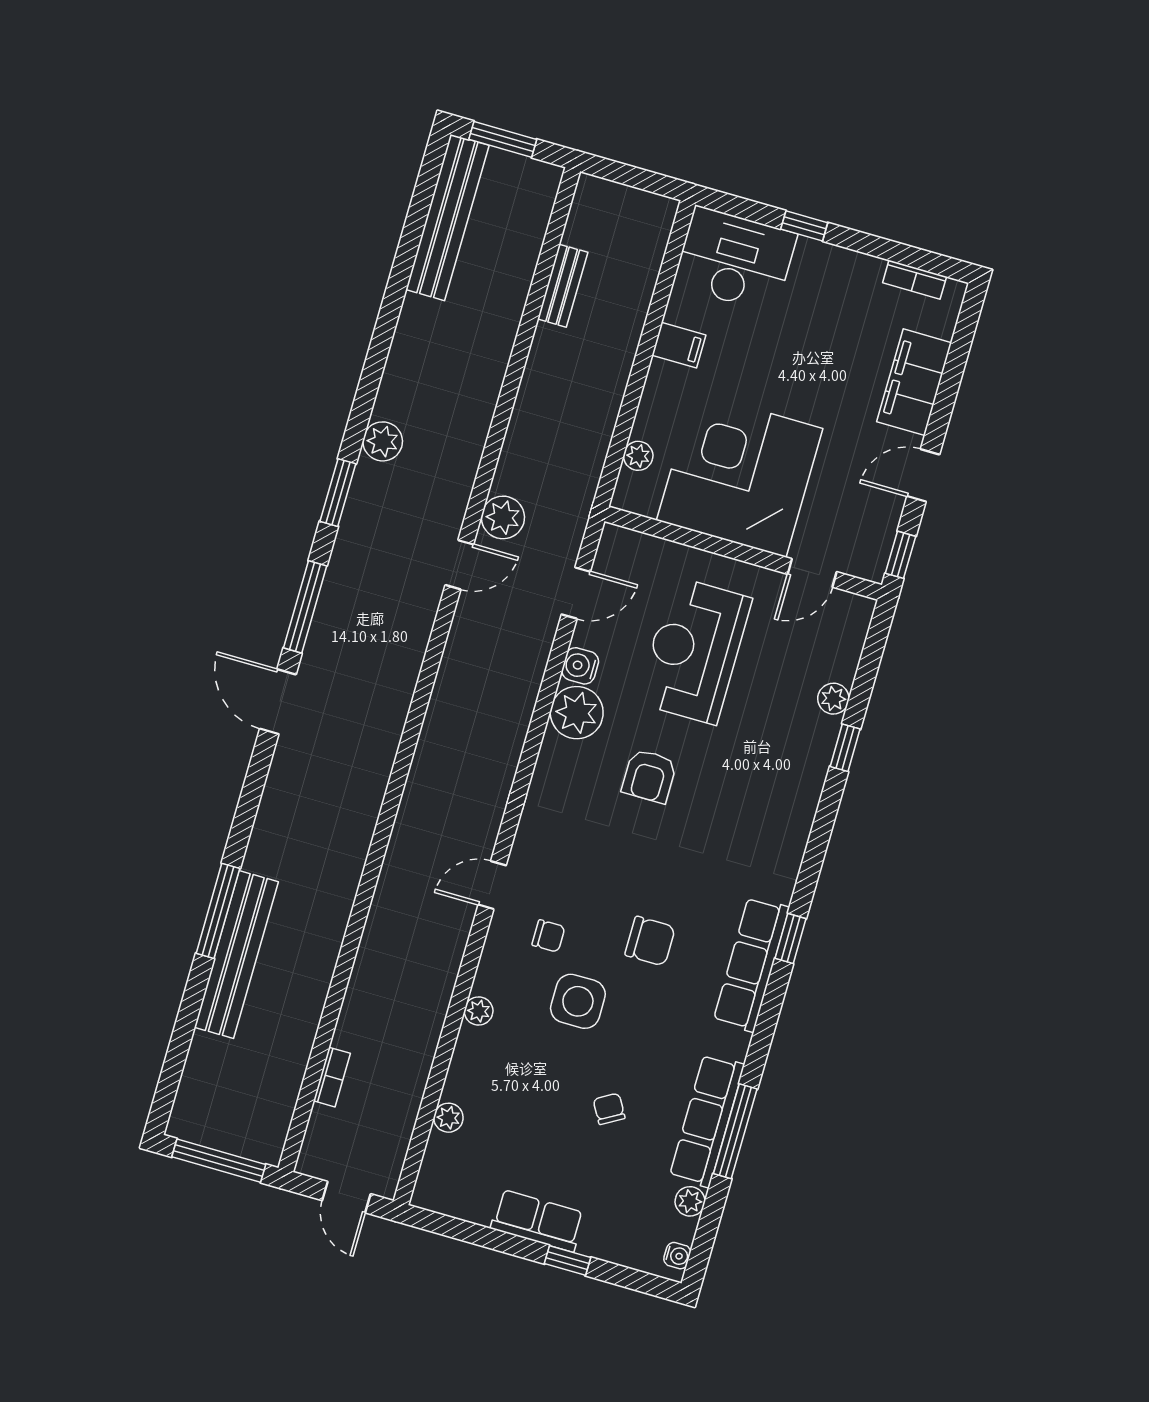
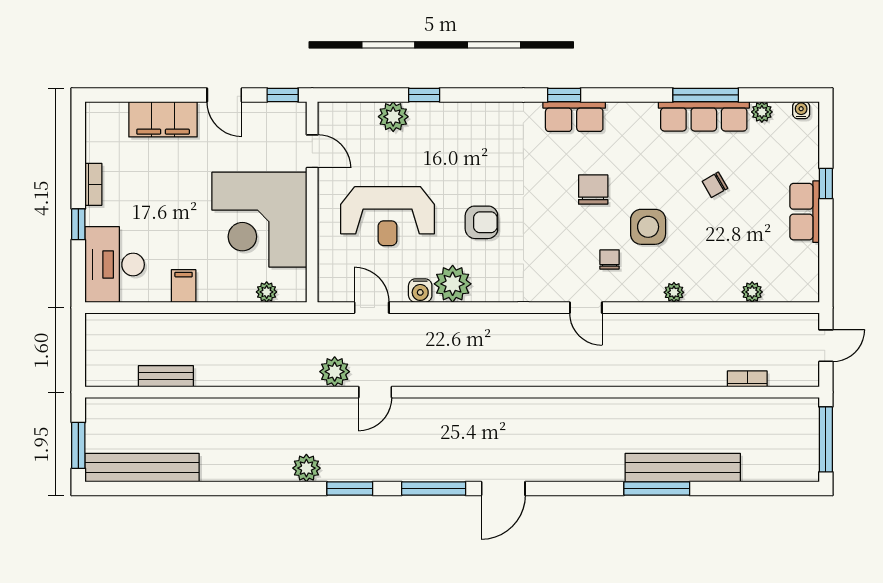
bookcase: (915, 280) -> (93, 184), moved
door: (459, 565) -> (375, 392), swing flipped
plant: (833, 699) -> (393, 117), width x1.38, depth x1.38
row of seats: (751, 964) -> (574, 116), width x0.68

